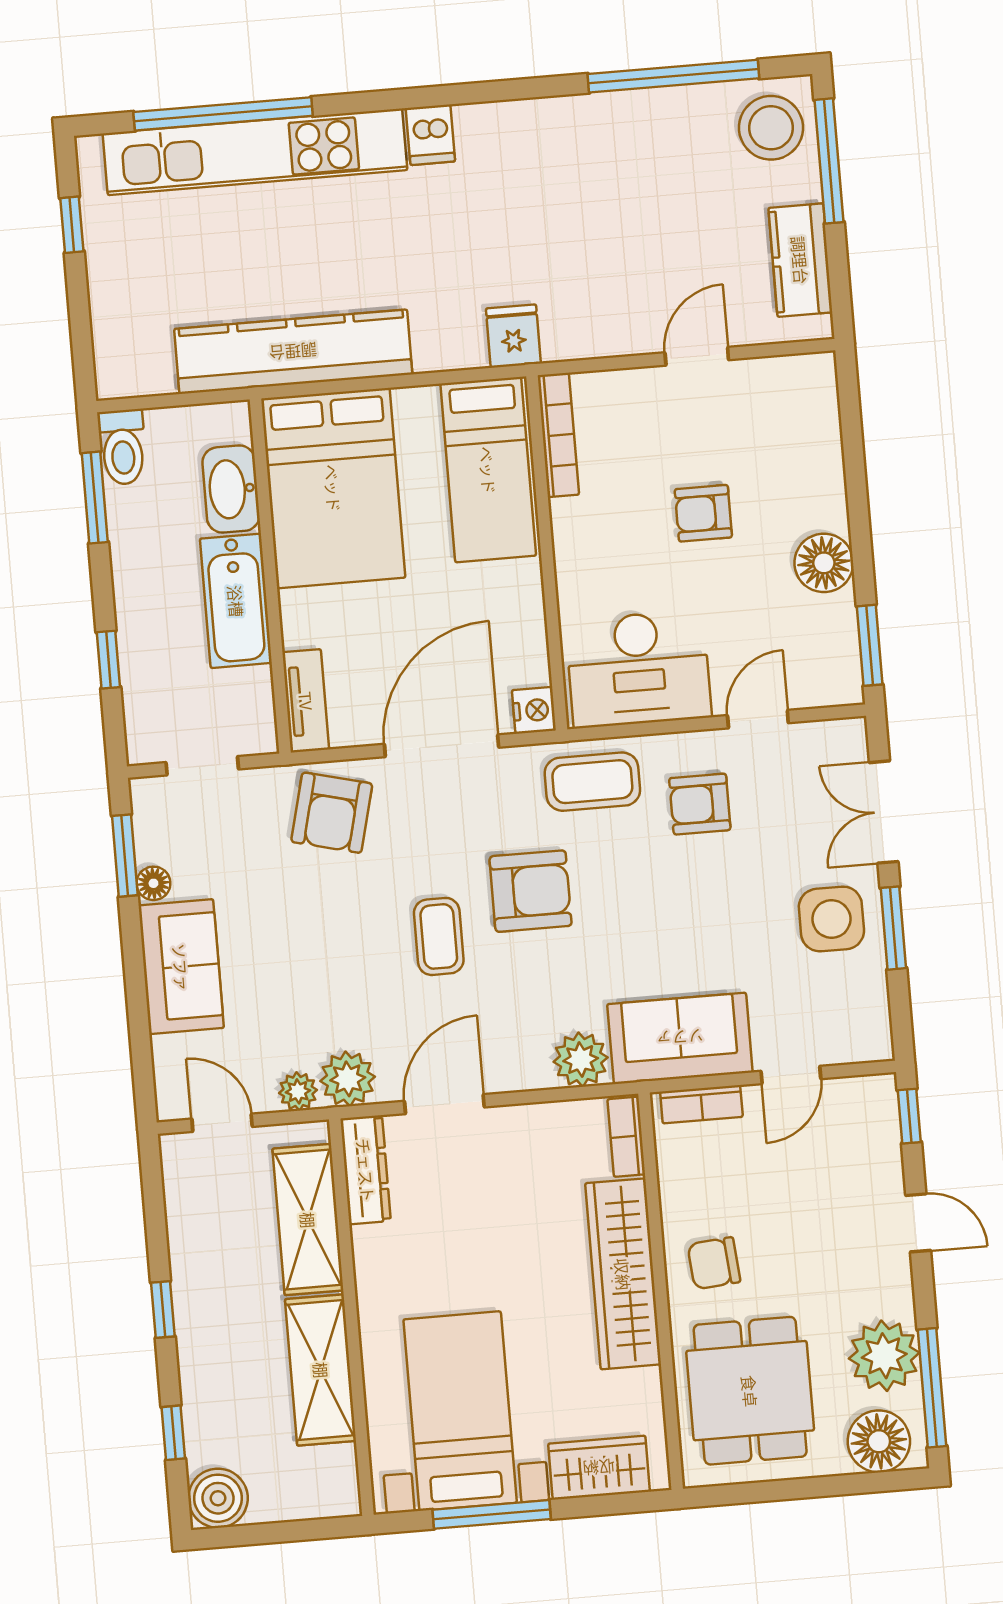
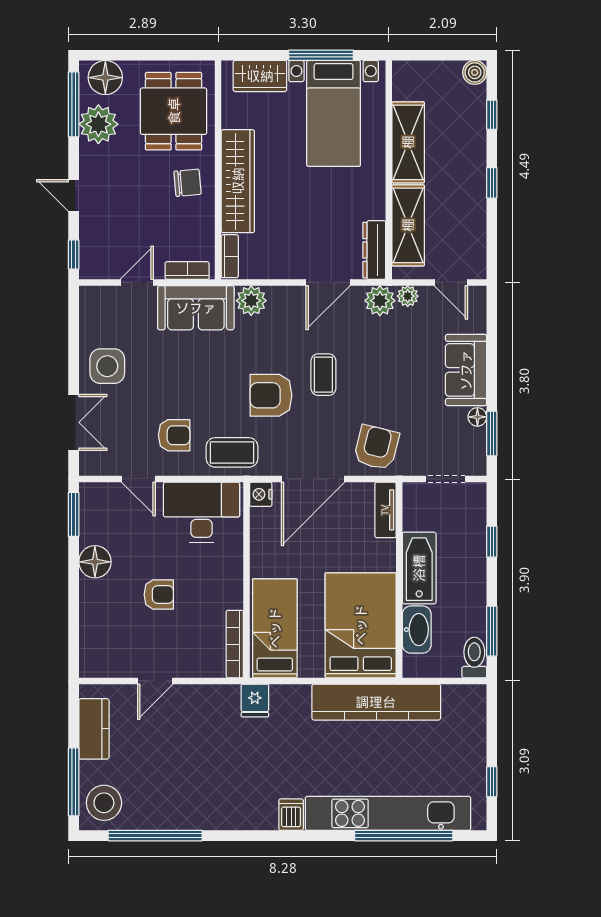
door: (758, 719) -> (138, 479), hinge flipped
window: (893, 928) -> (74, 358), removed
boiler: (218, 1498) -> (475, 72), width x0.73, depth x0.73

